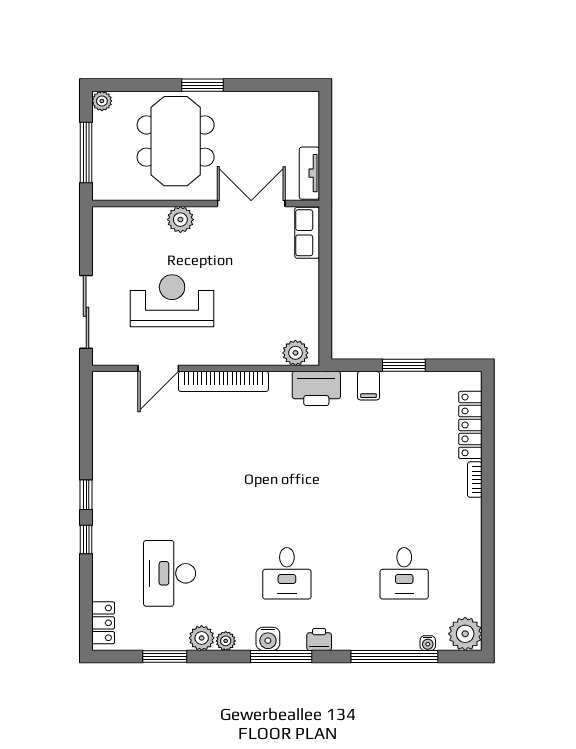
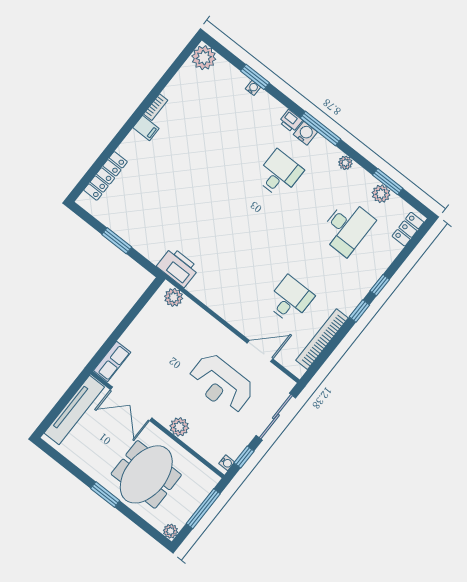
tv unit: (309, 173) -> (74, 410), width x1.92, depth x1.29
water cooler: (100, 221) -> (227, 463), added
window: (86, 242) -> (244, 457), added
bookcase: (223, 381) -> (322, 339), moved, turned -90
filing cabinet: (369, 386) -> (146, 128), moved, turned 90
bookcase: (475, 480) -> (156, 107), moved
desk: (404, 573) -> (290, 300), moved
plant: (202, 638) -> (381, 194), moved
water cooler: (268, 639) -> (305, 133), moved
water cooler: (428, 643) -> (253, 88), moved
window: (394, 656) -> (255, 77), width x0.47

